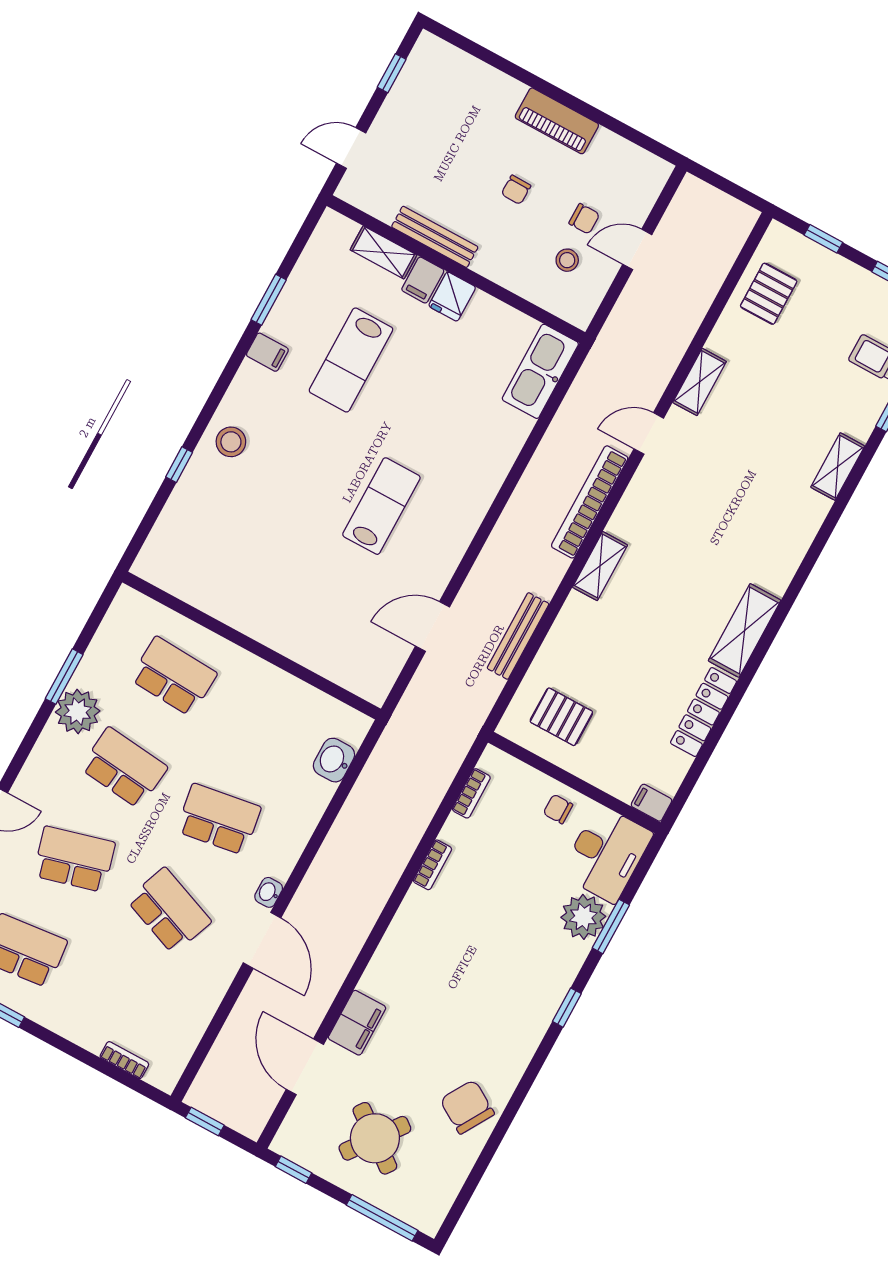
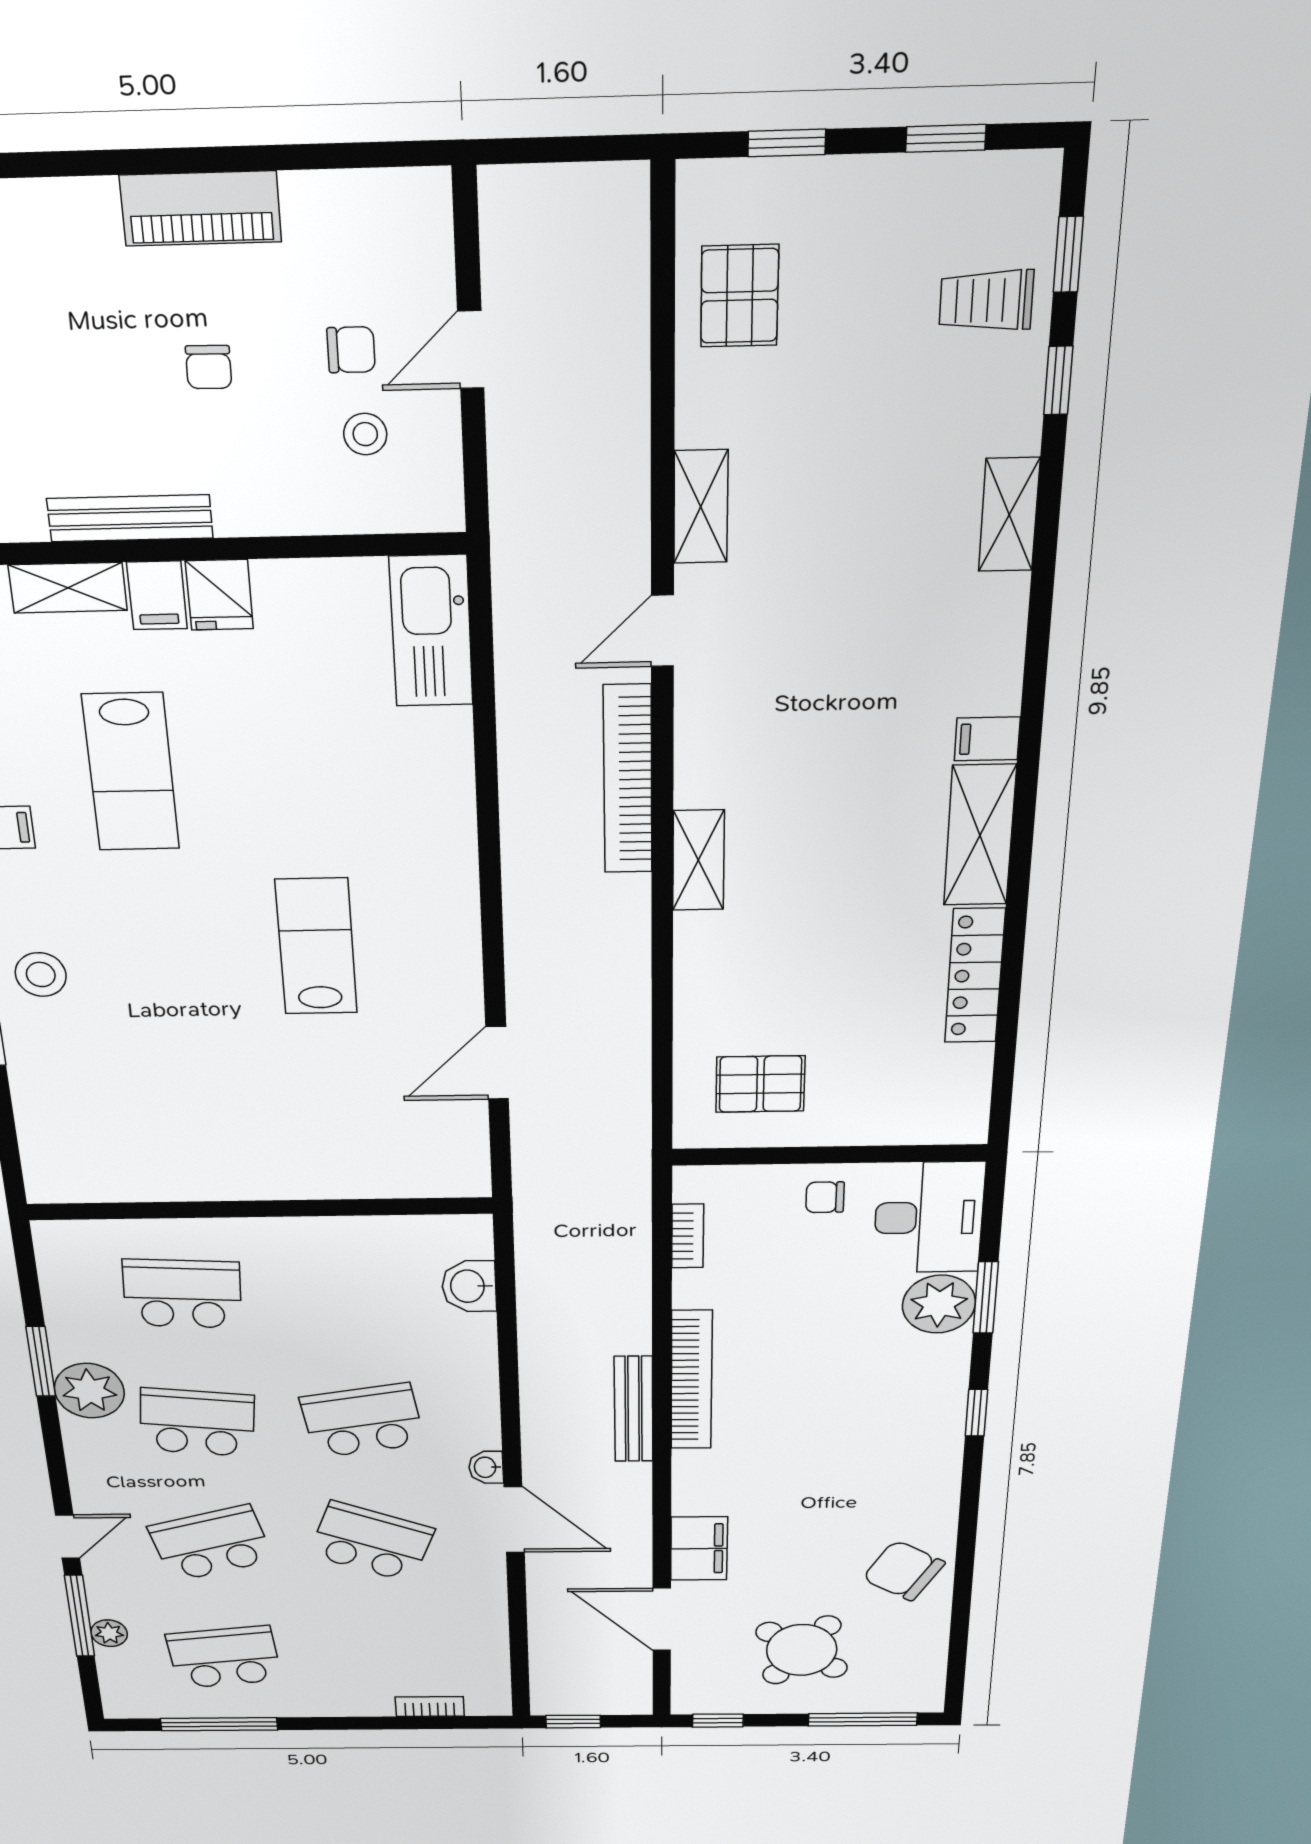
bench: (518, 636) -> (634, 1409), moved
filing cabinet: (651, 803) -> (987, 739), moved
bookcase: (433, 865) -> (691, 1380), width x2.31, depth x1.31

